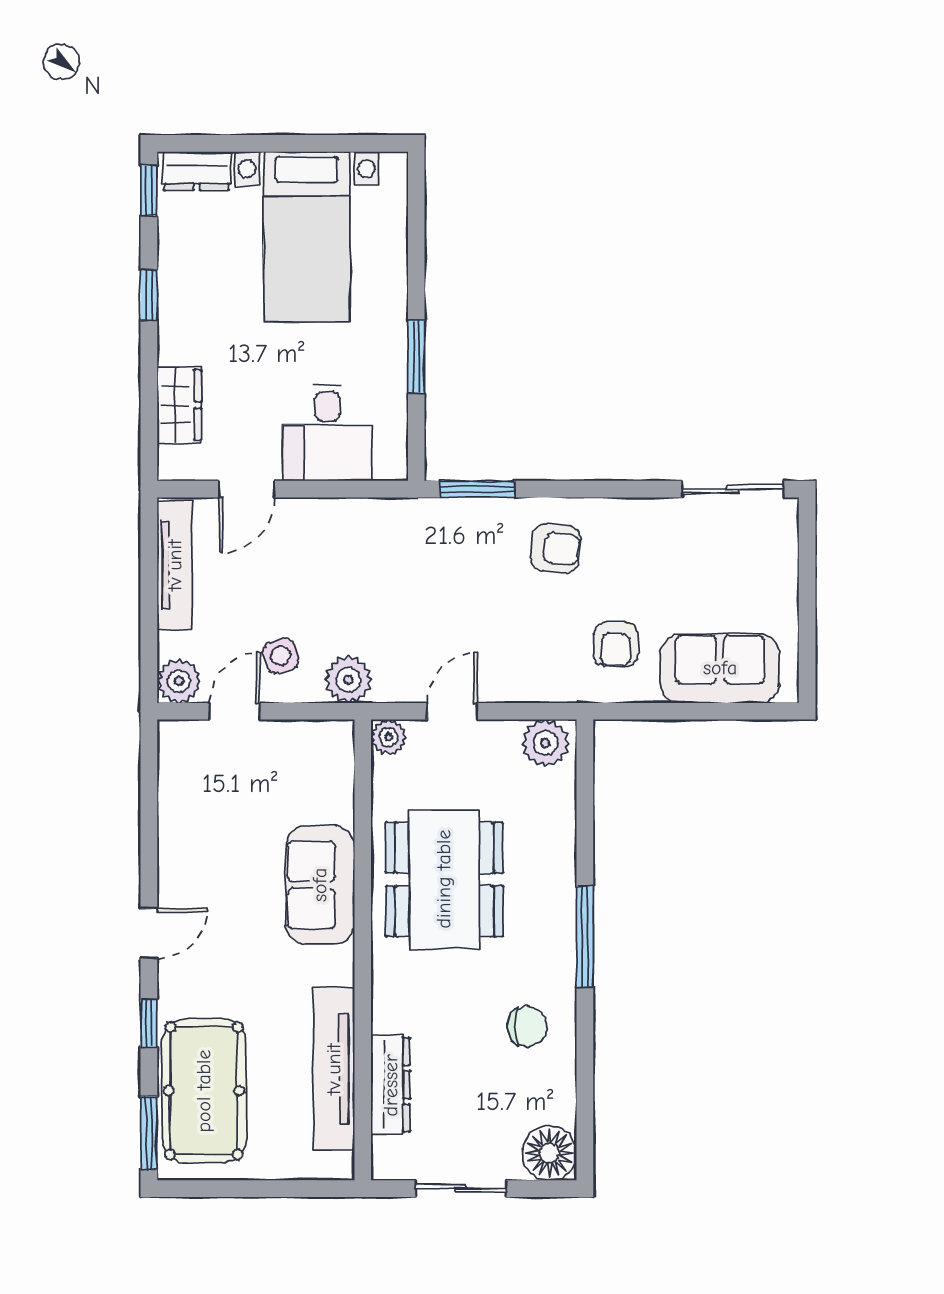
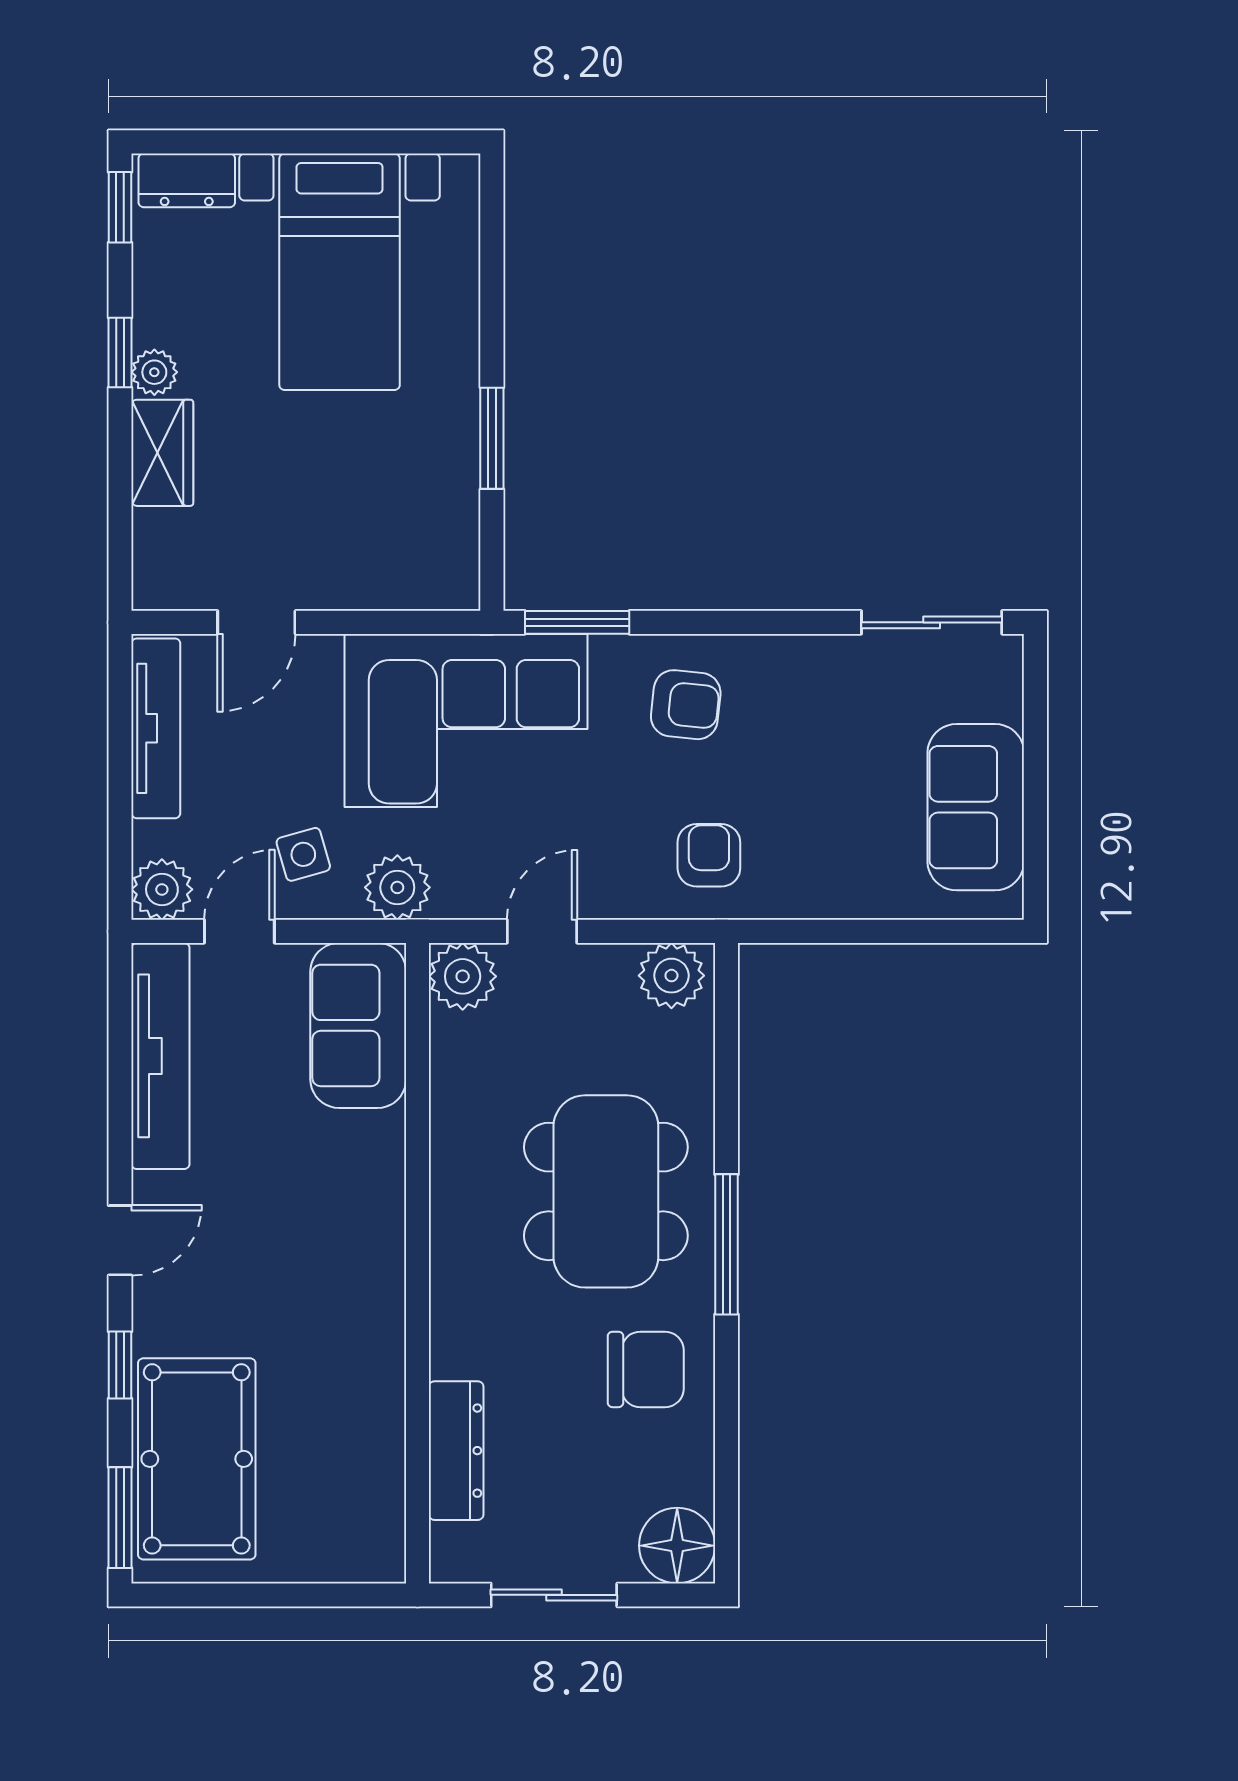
plant: (173, 309) -> (154, 372), added
wardrobe: (179, 405) -> (162, 453), moved
desk: (327, 433) -> (368, 544), removed
corner sofa: (398, 560) -> (466, 720), added
armchair: (616, 644) -> (709, 855), moved, turned 180
sofa: (720, 668) -> (976, 807), moved, turned -90
plant: (389, 737) -> (463, 976), width x1.38, depth x1.38
dining table: (444, 879) -> (606, 1191), moved
sofa: (320, 885) -> (358, 1025), moved
chair: (527, 1026) -> (646, 1369), width x1.37, depth x1.37
tv unit: (334, 1069) -> (160, 1056), moved, turned 180

